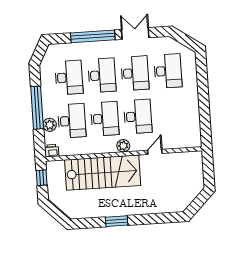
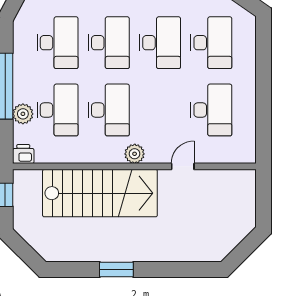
desk: (138, 116) -> (211, 110), moved

